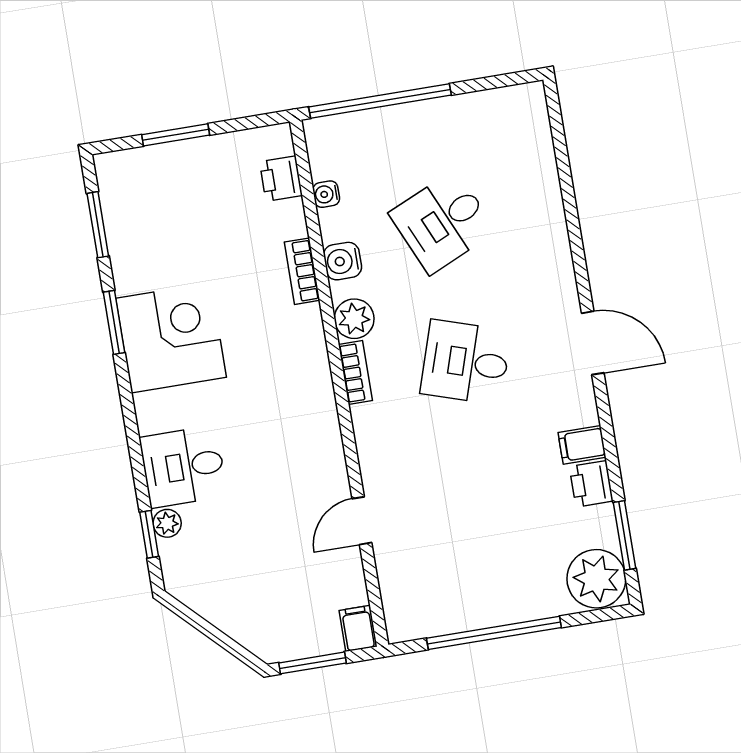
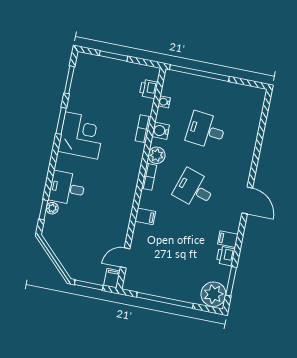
desk: (443, 222) -> (206, 130), turned 30
filing cabinet: (380, 464) -> (145, 216), added
door: (362, 521) -> (125, 258), moved

